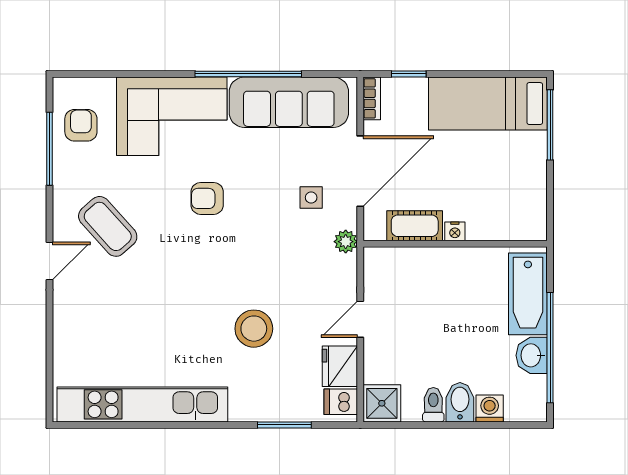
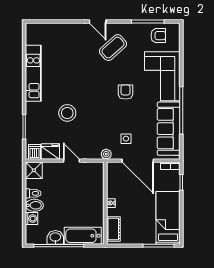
cot: (415, 226) -> (113, 229), moved
kitchen unit: (142, 404) -> (33, 73), width x0.73

